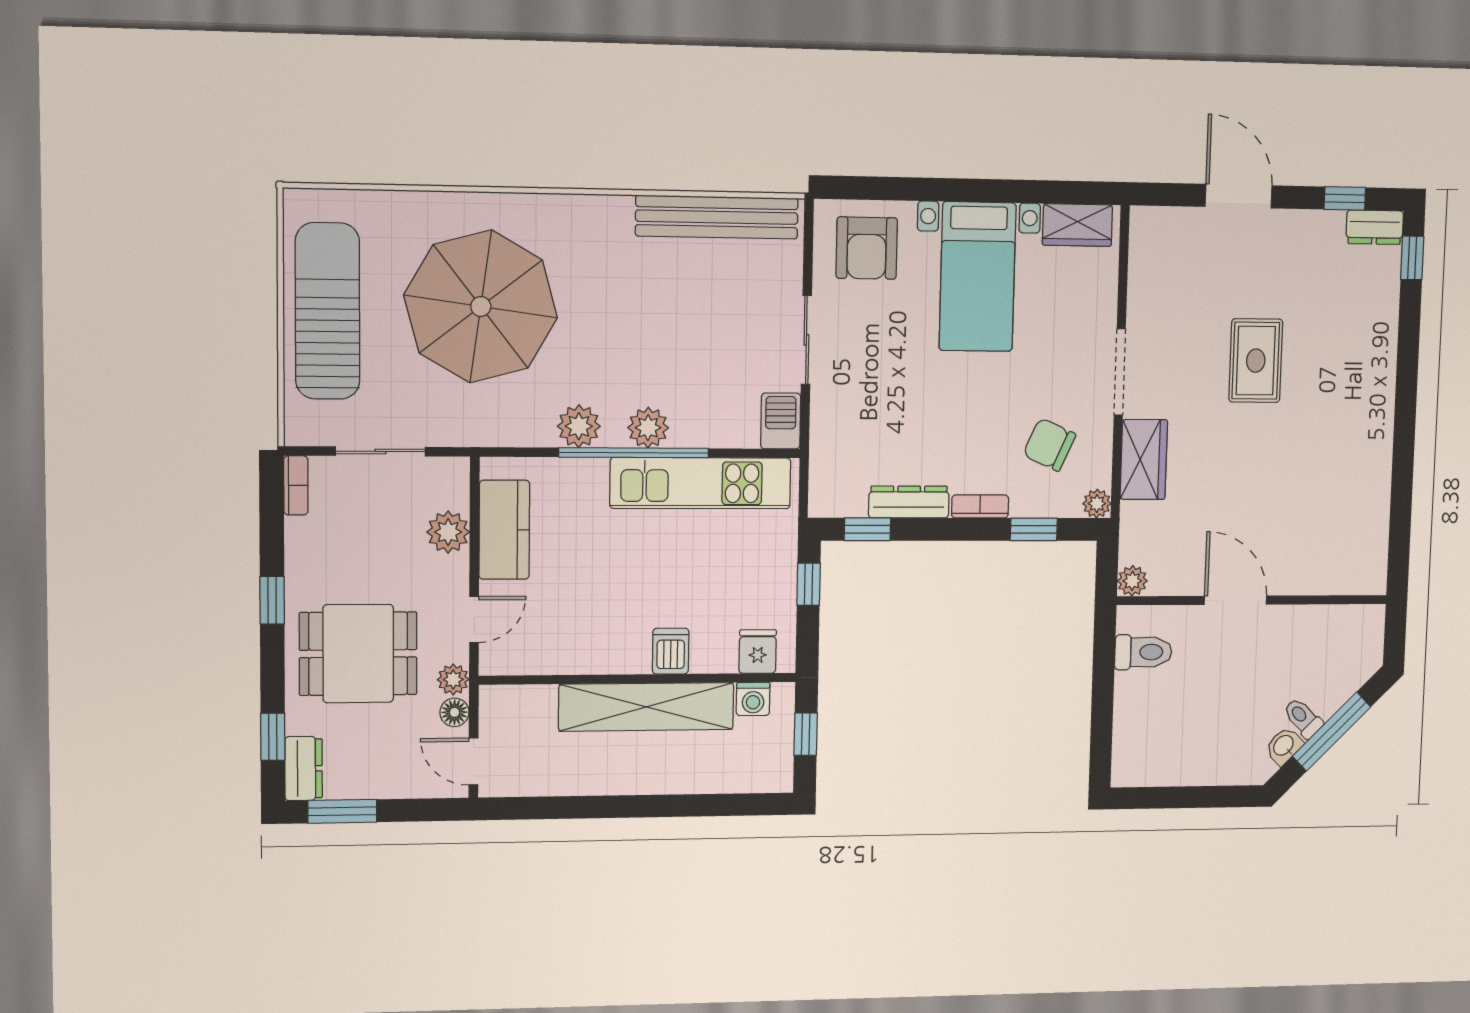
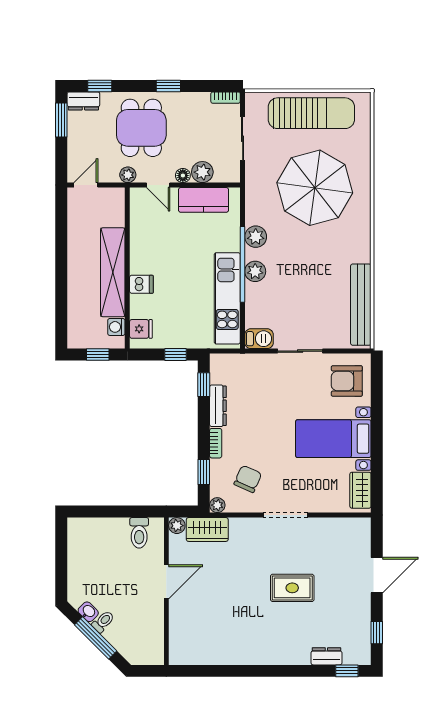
dresser: (1375, 227) -> (326, 656), moved, turned 90
wardrobe: (1144, 460) -> (207, 529), moved
floor lamp: (454, 712) -> (183, 176), moved

